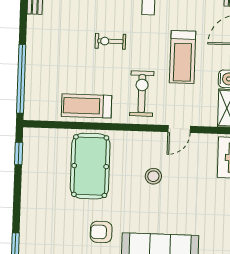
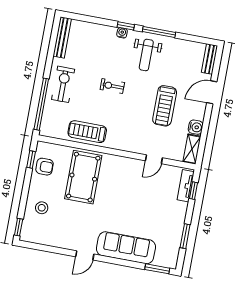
exercise bike: (142, 94) -> (63, 84), moved
stool: (153, 176) -> (42, 208), moved
armchair: (101, 232) -> (45, 167), moved, turned 180

